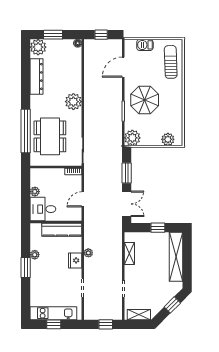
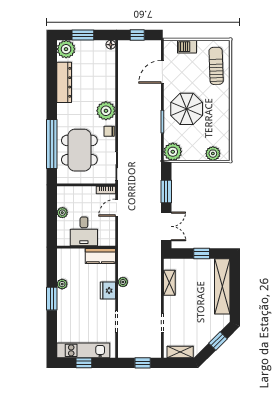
chair: (76, 120) -> (109, 131), added
door: (83, 199) -> (117, 208), moved
desk: (43, 209) -> (84, 231), moved, turned -90
kitchen counter: (62, 230) -> (100, 256), width x0.67

